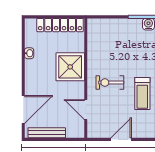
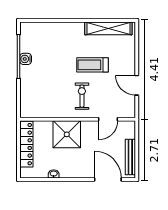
exercise bike: (110, 83) -> (82, 96), turned 180
treadmill: (142, 94) -> (93, 65), turned 180

